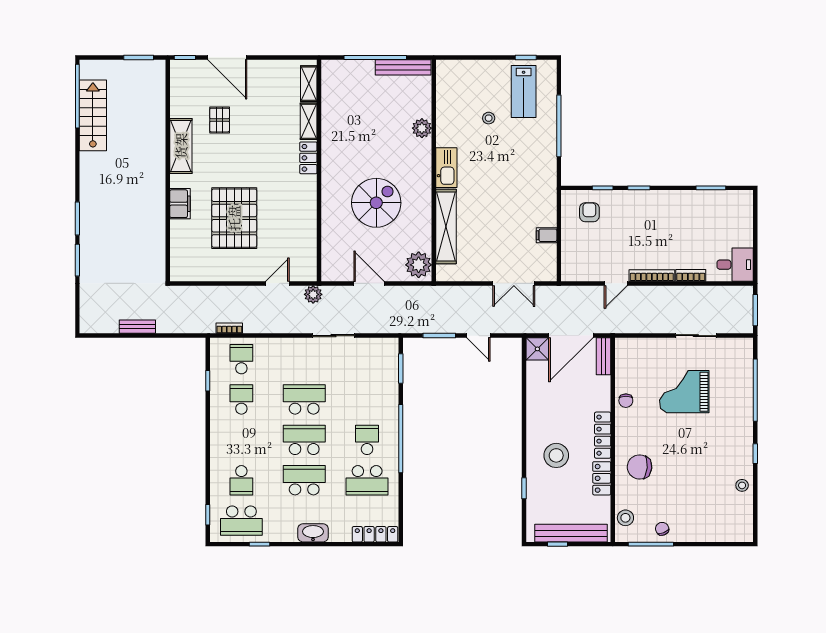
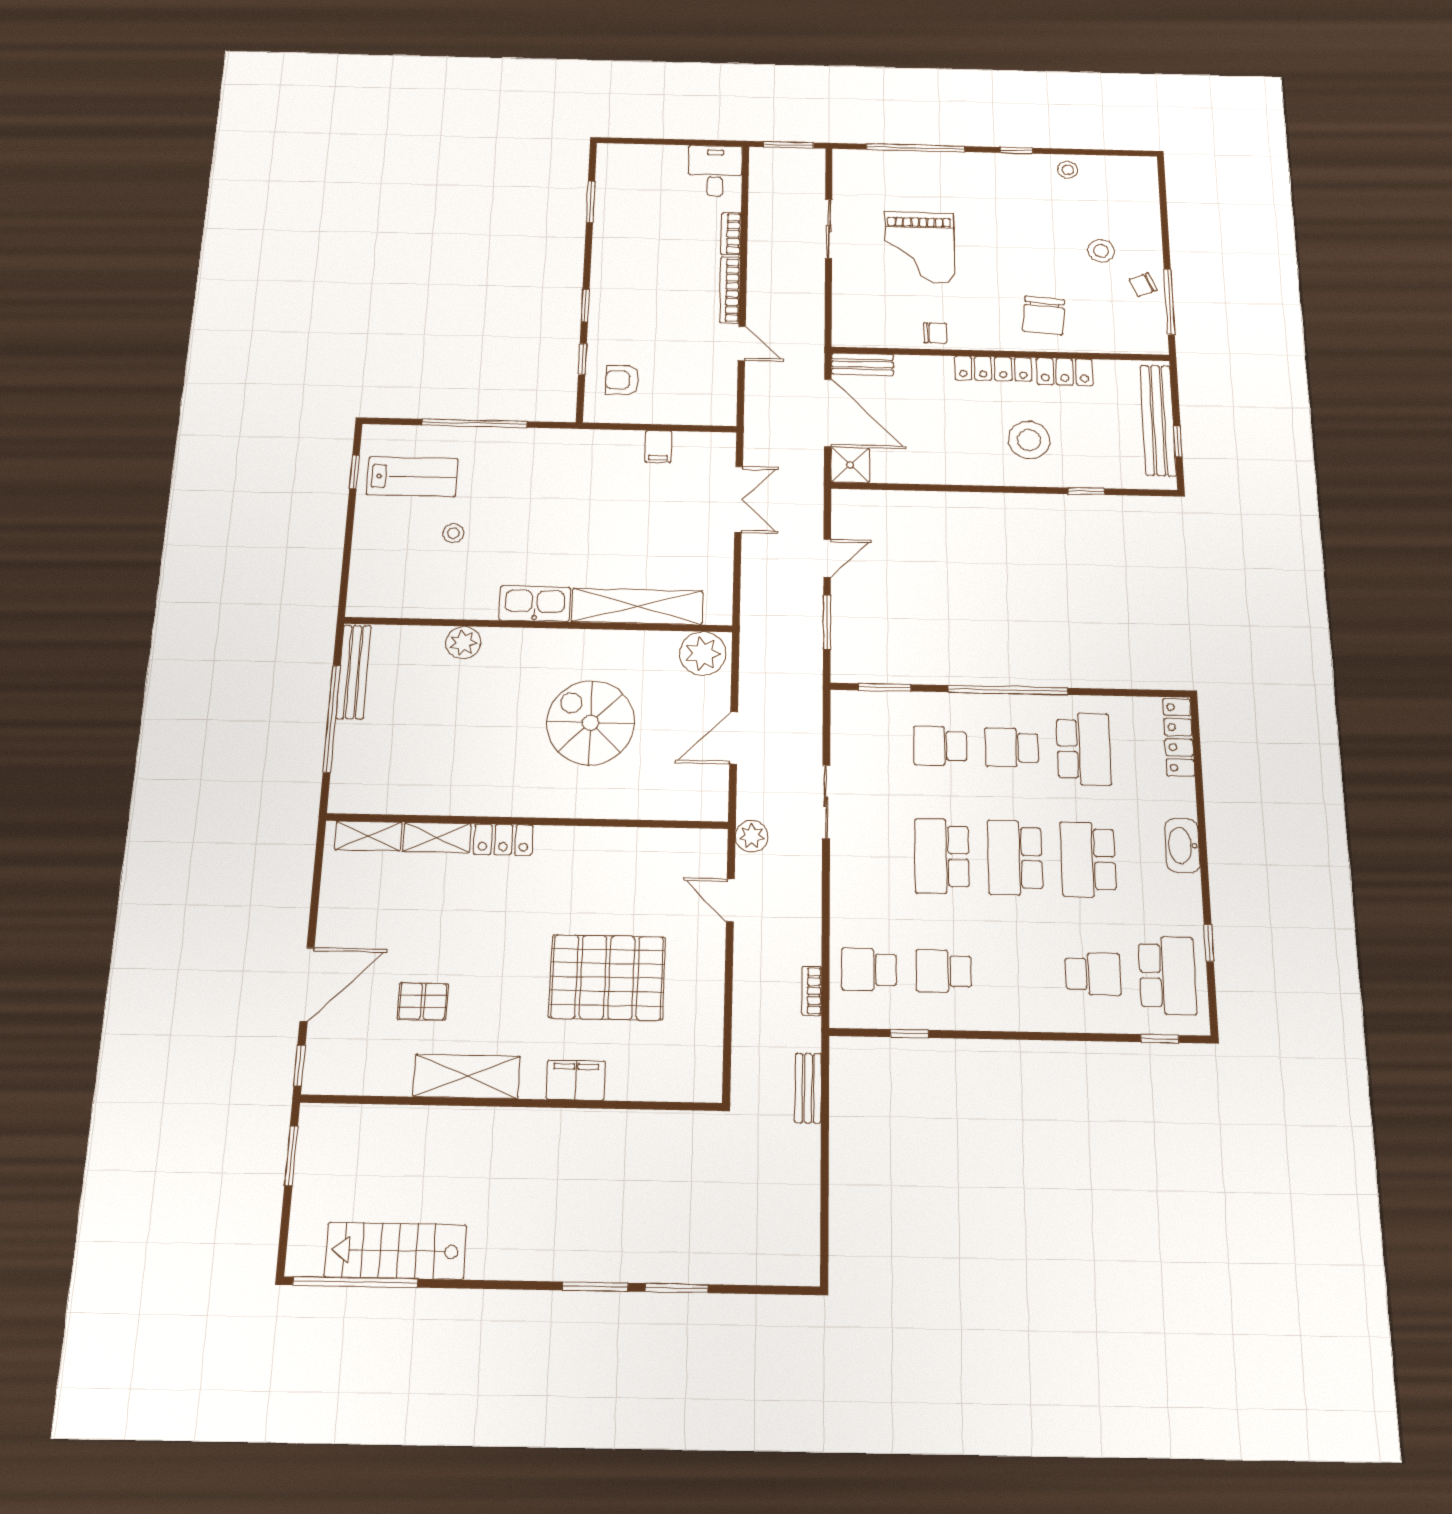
bench: (137, 327) -> (808, 1088), moved
school desk: (367, 399) -> (940, 746), added
stool: (625, 518) -> (1101, 251), moved

